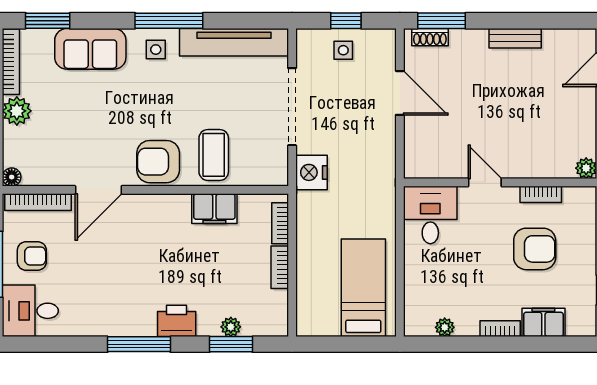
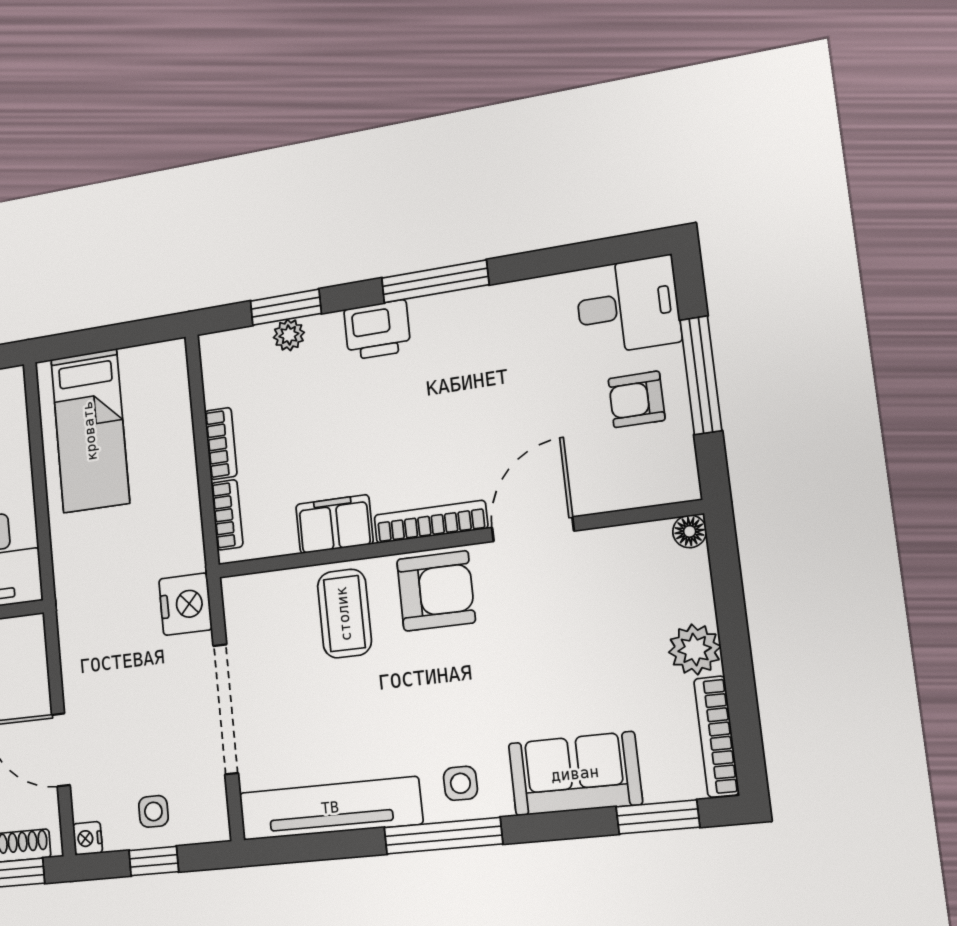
nightstand: (387, 38) -> (88, 838), added
bookcase: (38, 202) -> (431, 522), moved

